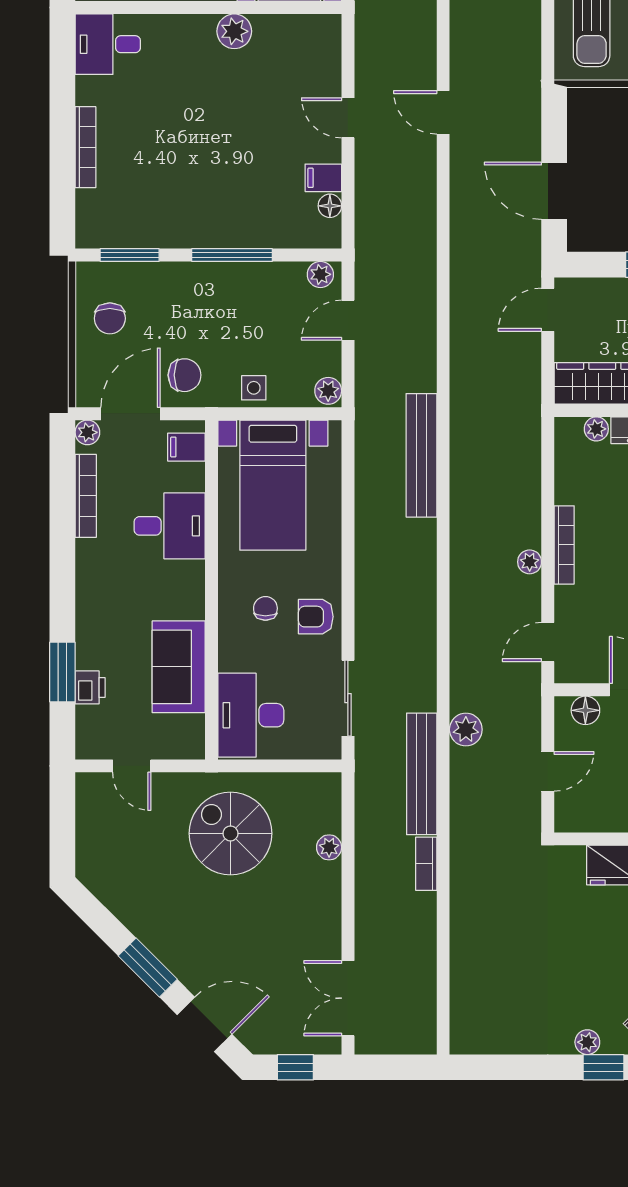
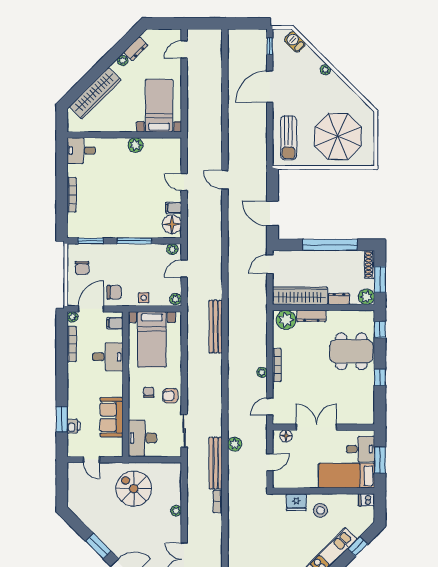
floor lamp: (330, 206) -> (172, 224), width x1.89, depth x1.89
plant: (596, 429) -> (286, 320), width x1.88, depth x1.88
plant: (329, 847) -> (176, 511), moved

